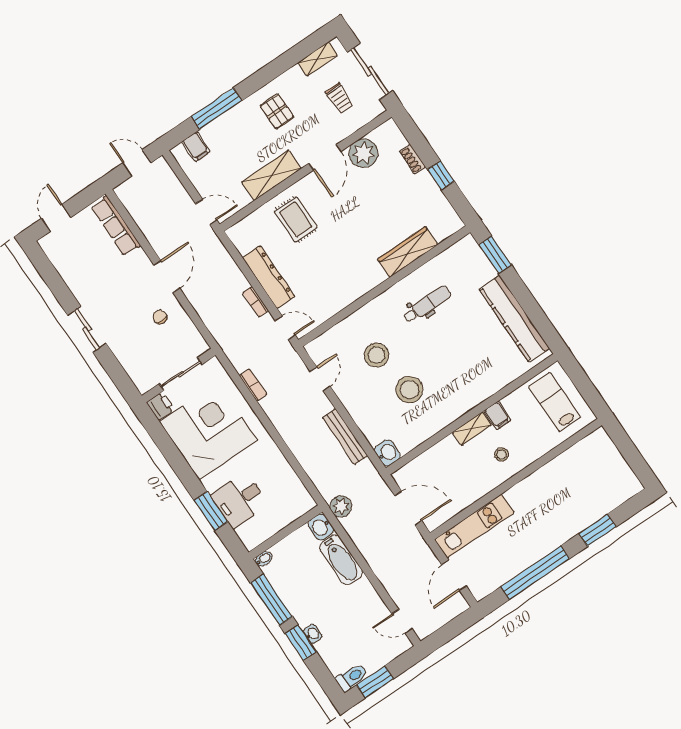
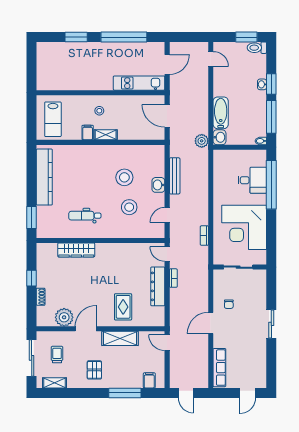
printer: (161, 406) -> (260, 258), removed
washbasin: (387, 453) -> (158, 185), moved
window: (211, 511) -> (271, 185), width x2.11

